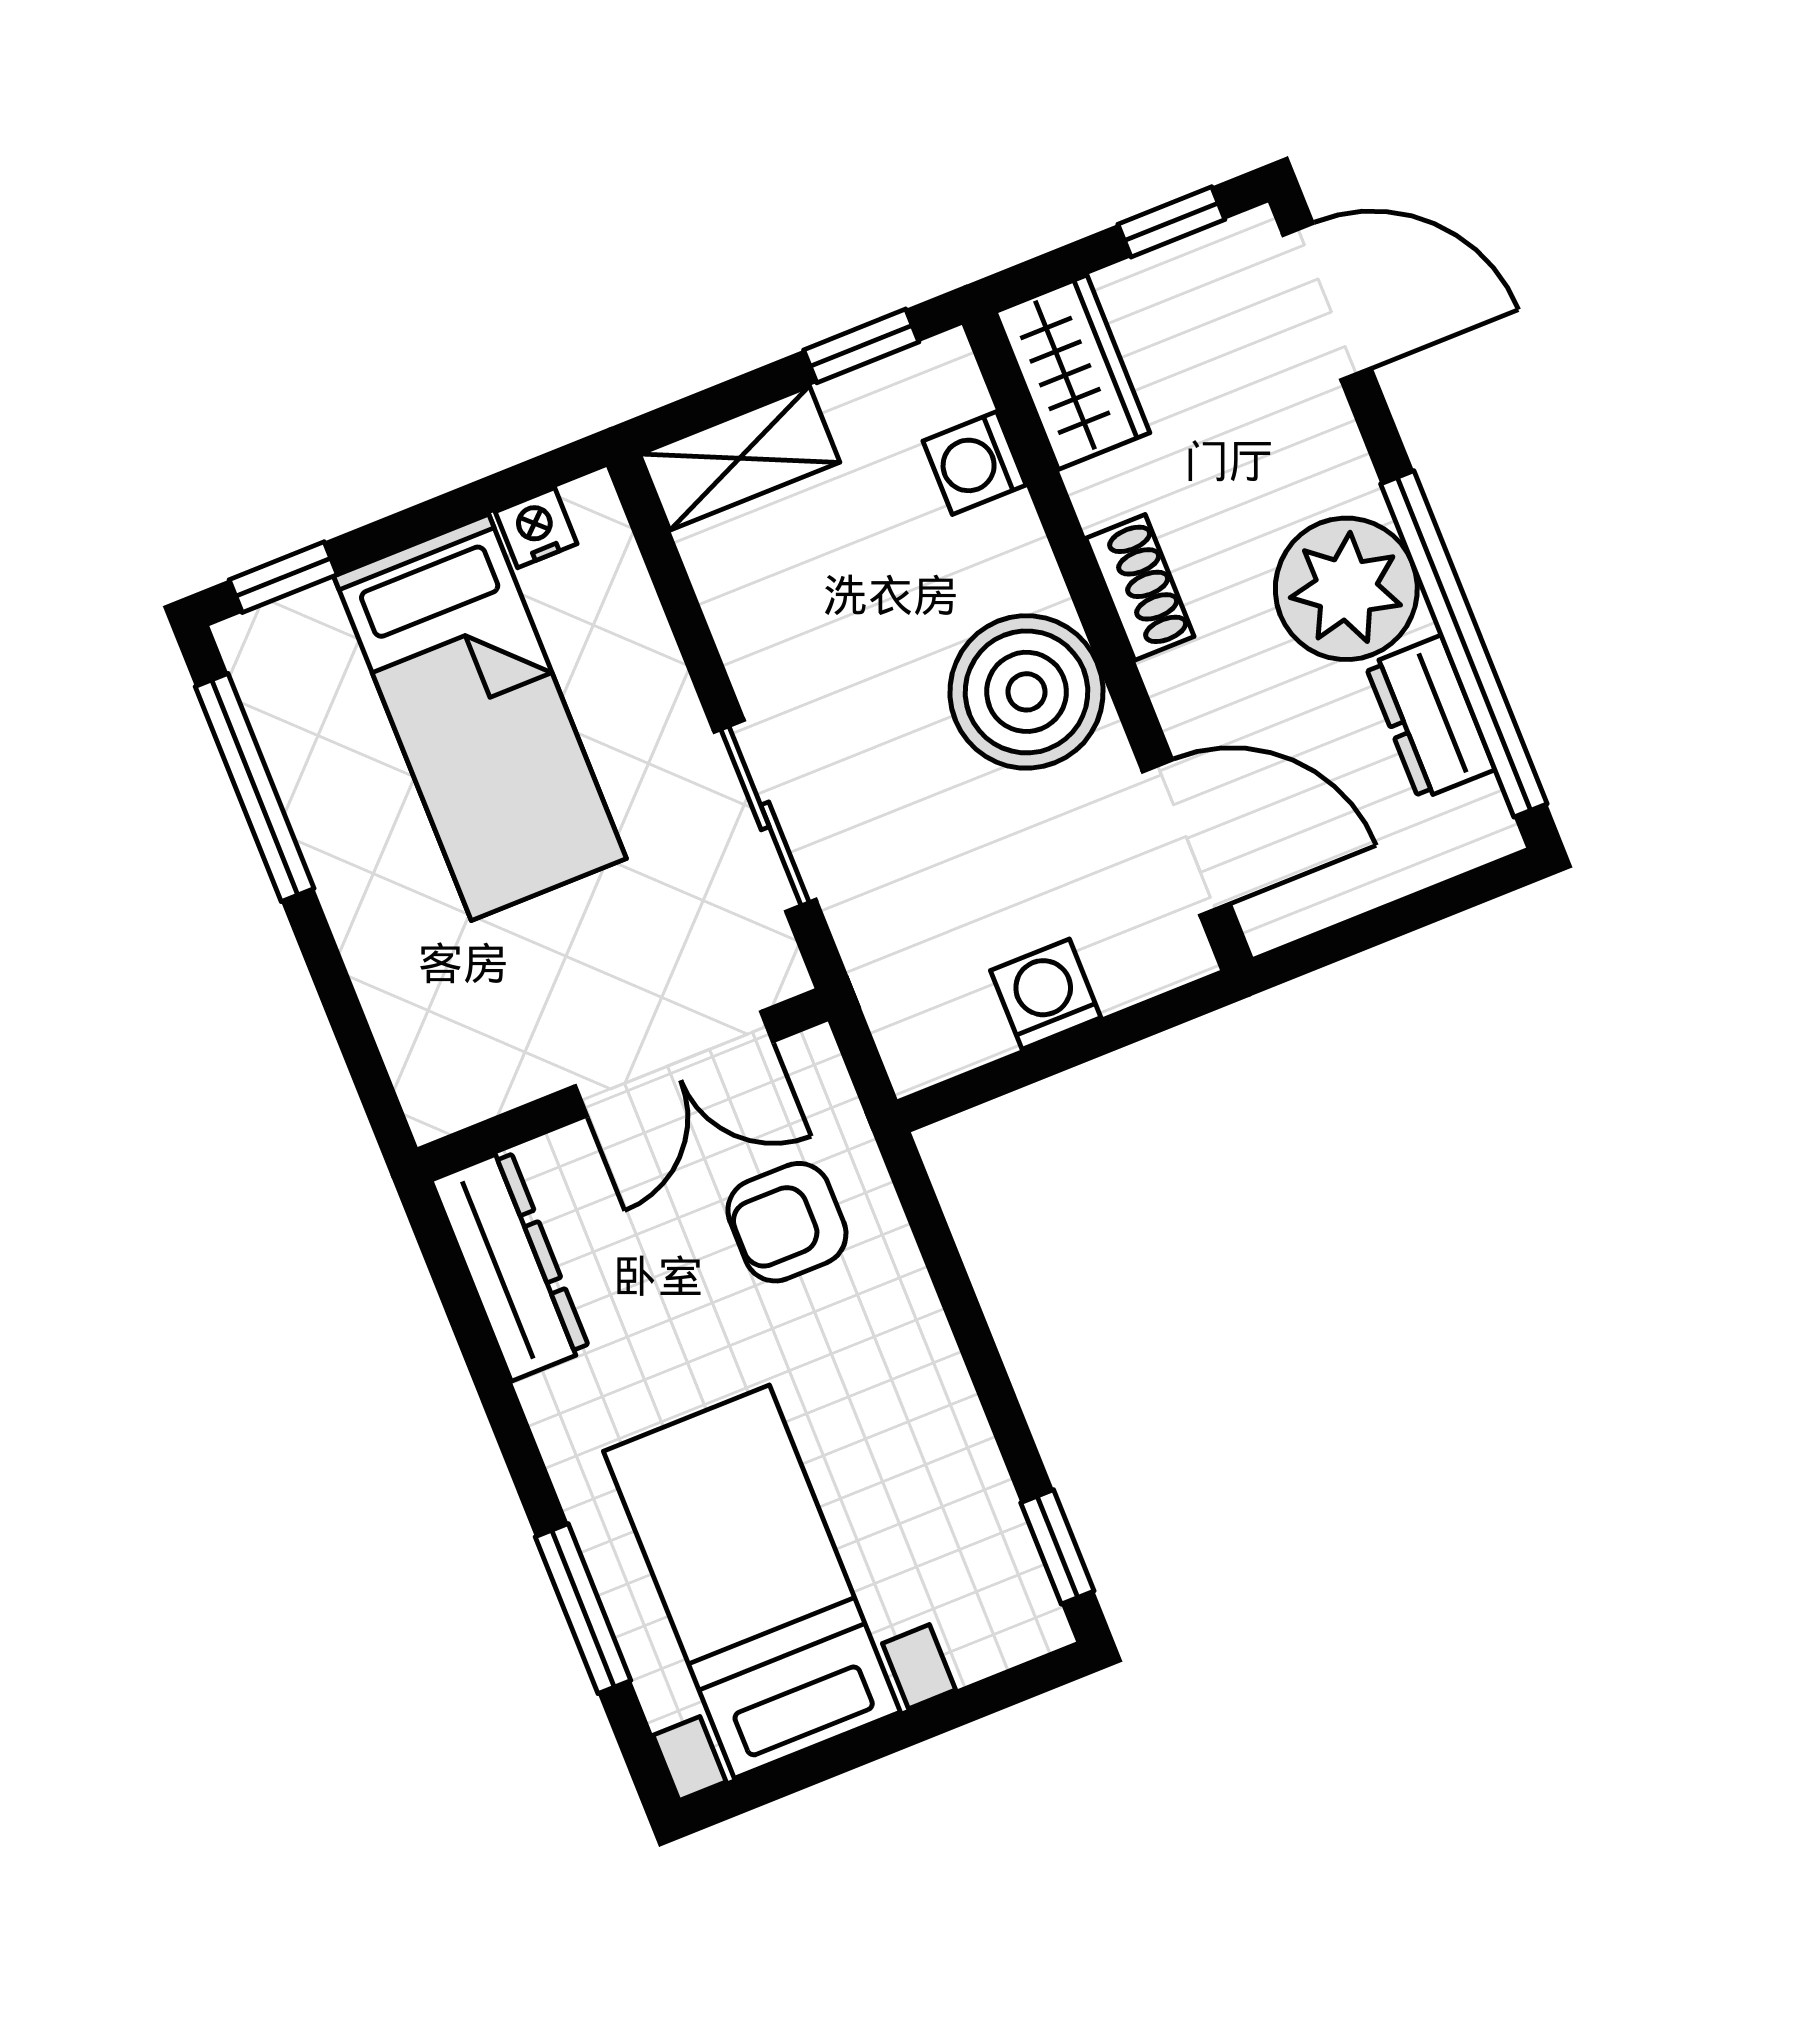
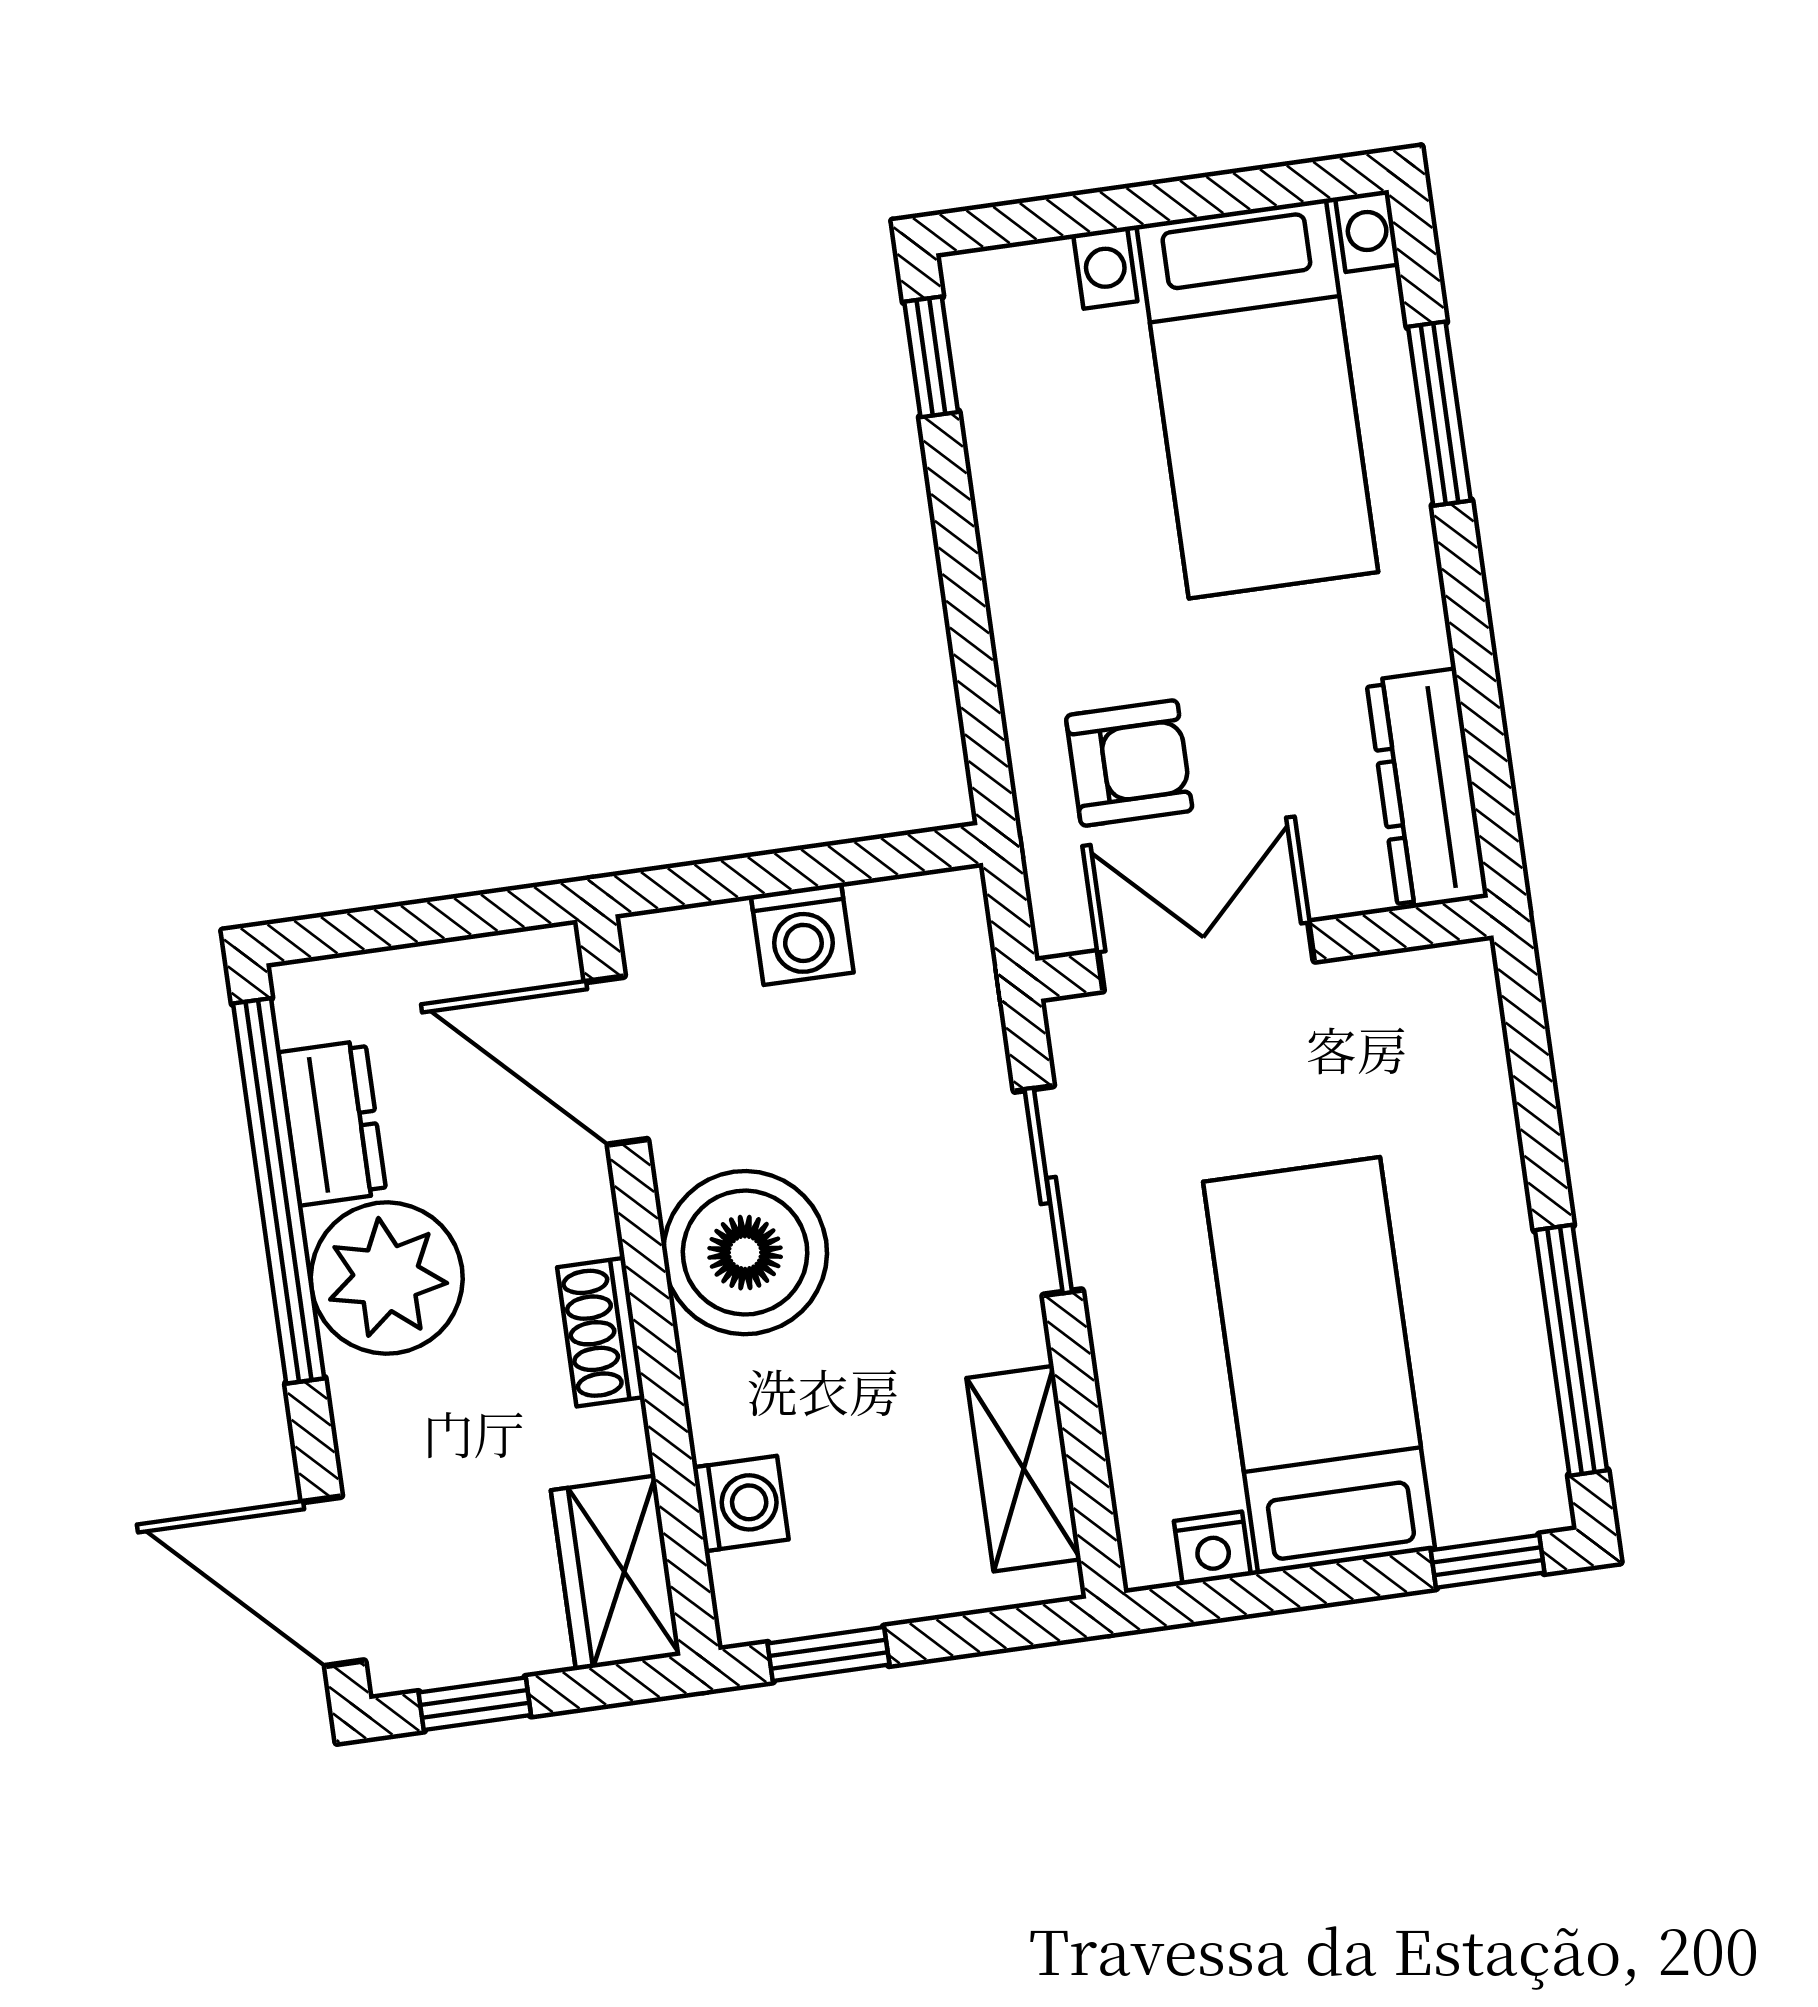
shelving: (740, 458) -> (1024, 1469), moved, turned 90

